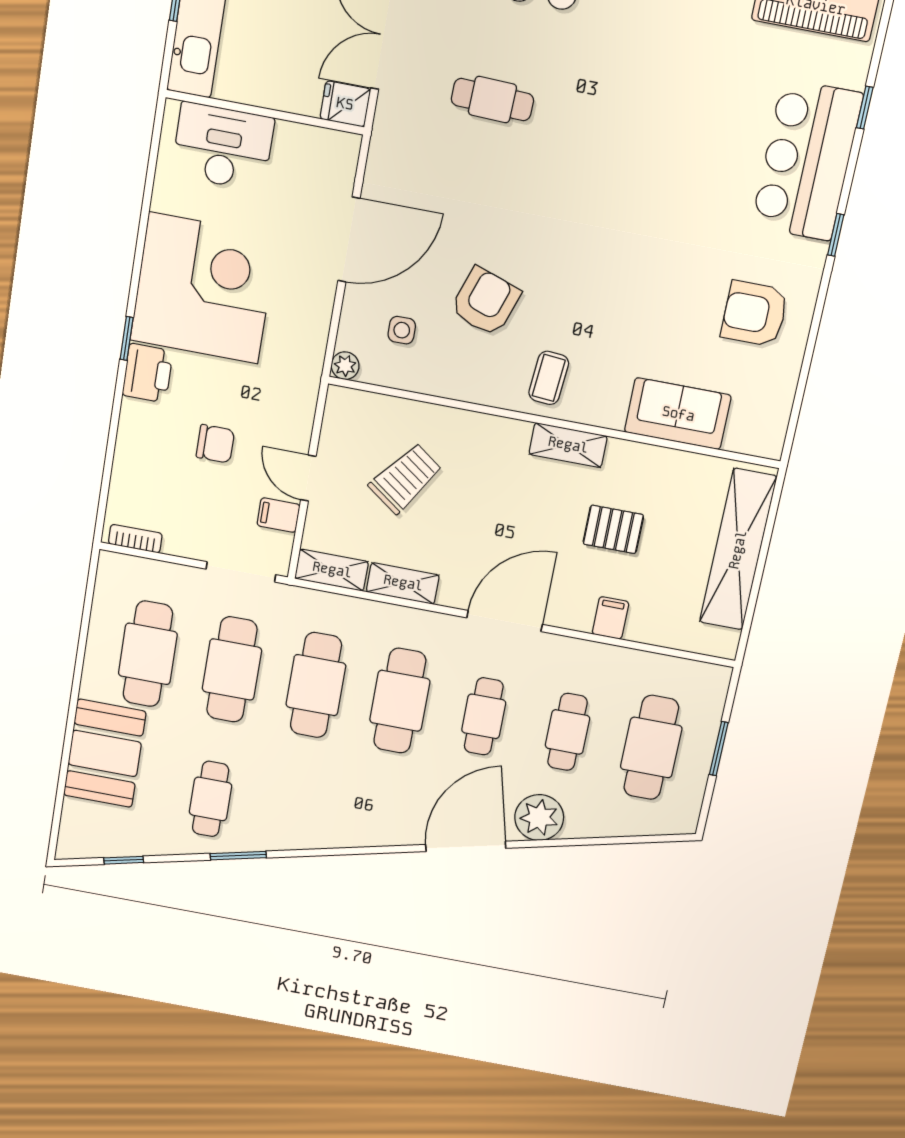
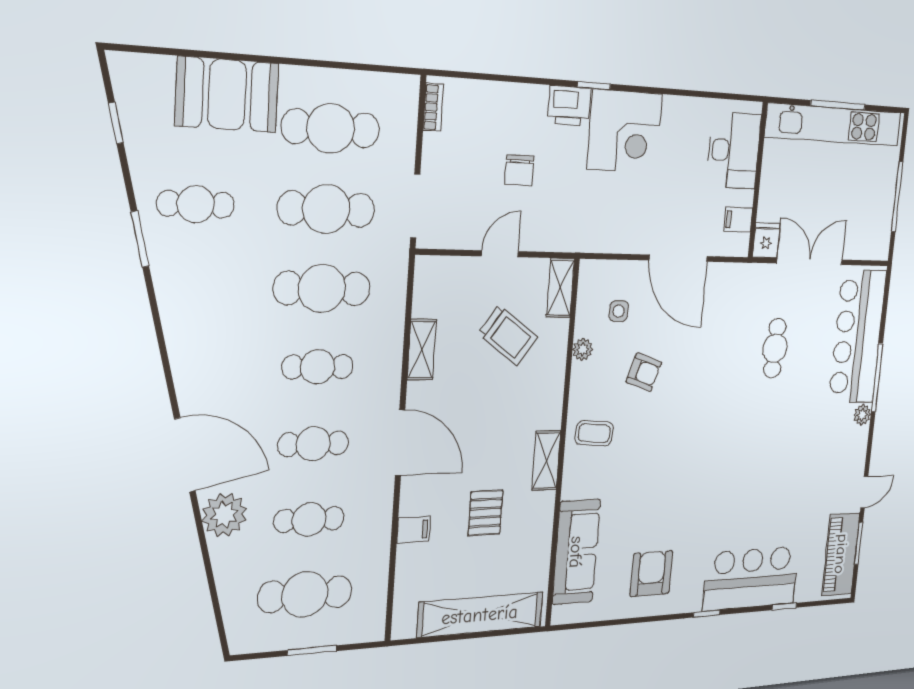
corner desk: (204, 288) -> (625, 131), width x0.74, depth x0.74
armchair: (485, 302) -> (644, 372), width x0.72, depth x0.72
plant: (345, 366) -> (583, 349), moved
sofa: (678, 414) -> (576, 552), width x1.36
filing cabinet: (278, 515) -> (738, 220), moved, turned -90
shelving: (332, 570) -> (560, 288), moved
cafe table: (400, 701) -> (318, 367), width x0.73, depth x0.74

